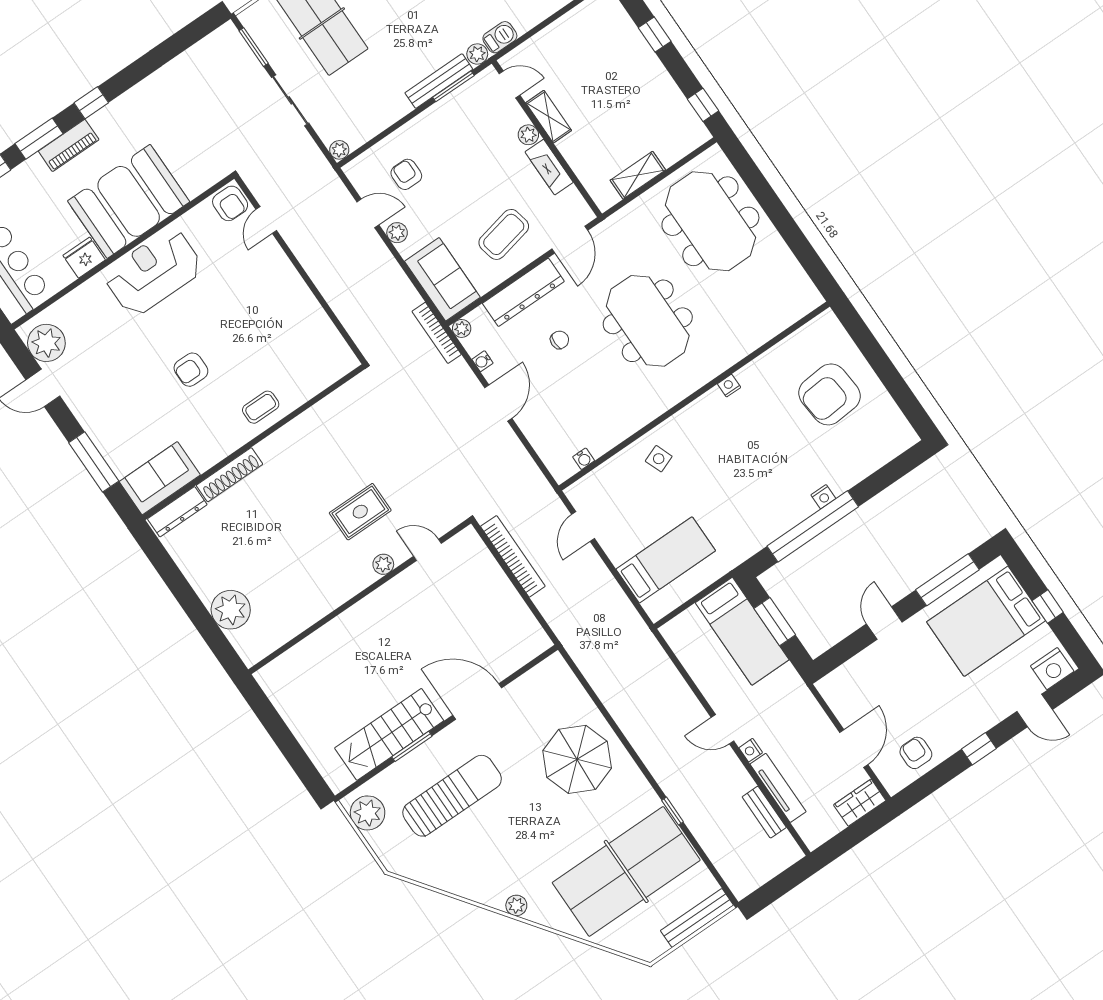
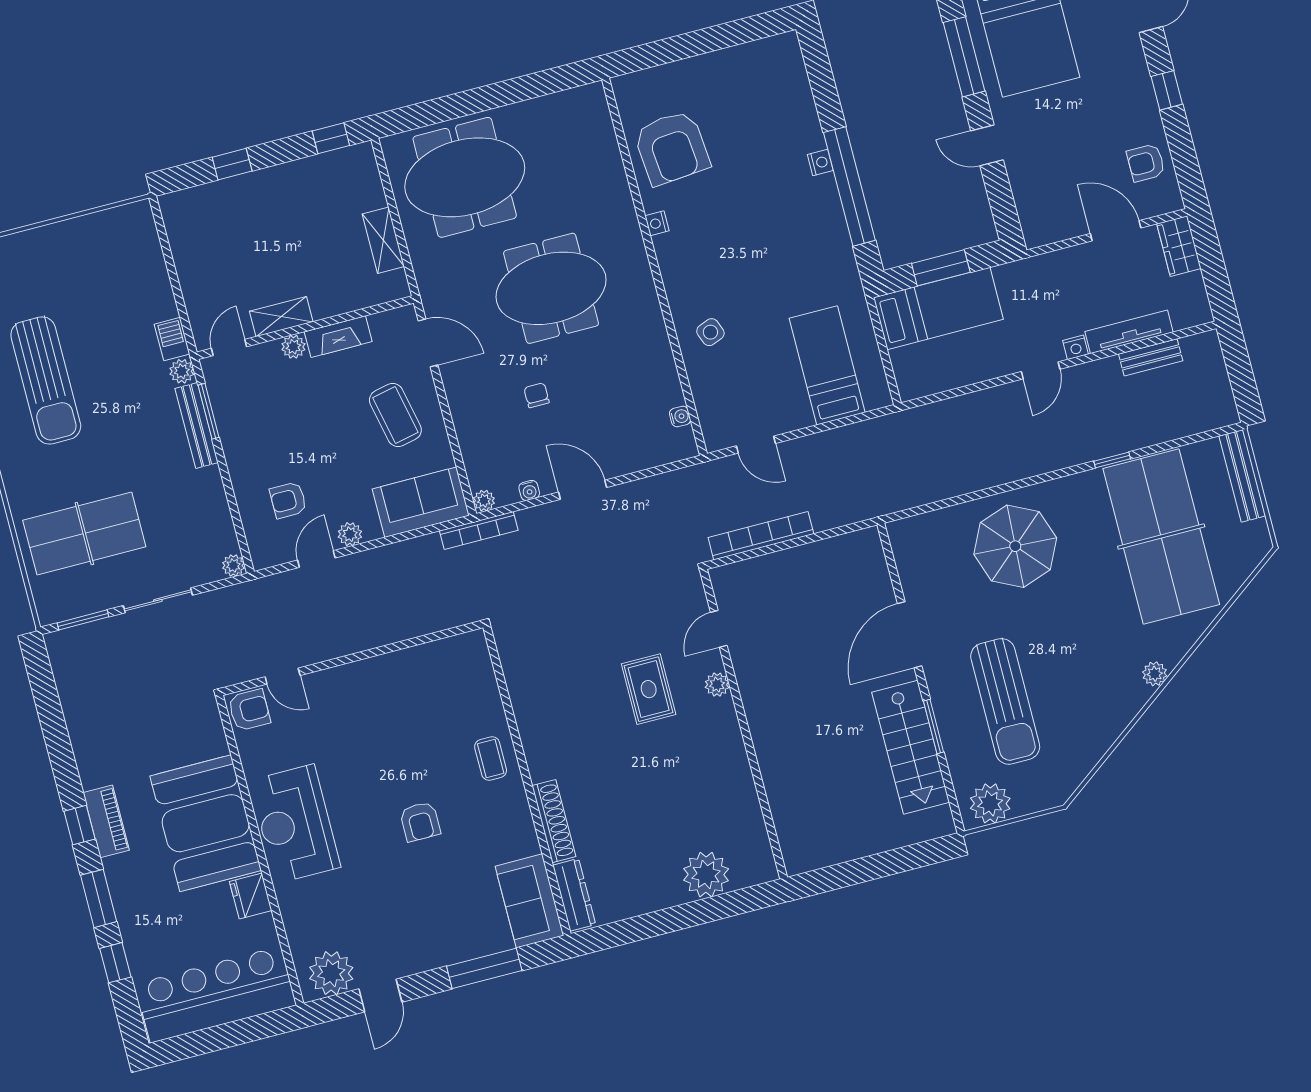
piano: (69, 145) -> (106, 821), moved
dresser: (523, 292) -> (468, 417), removed
armchair: (830, 394) -> (672, 148), moved
sun lounger: (452, 796) -> (1005, 701), turned 180

